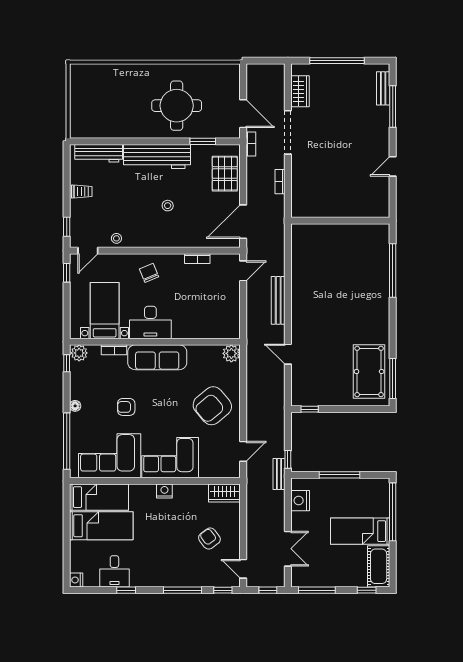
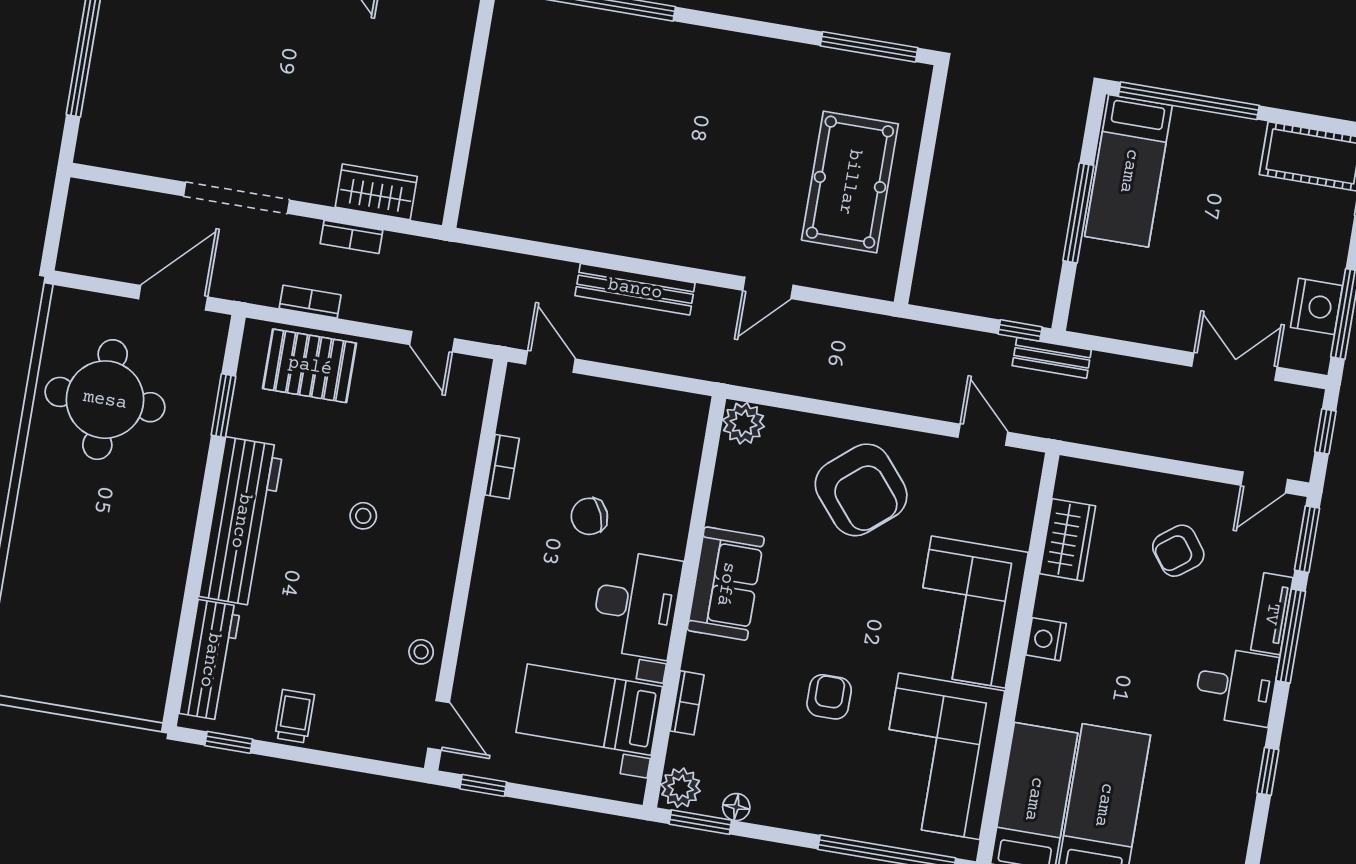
wardrobe: (300, 91) -> (376, 192), moved
round table: (177, 106) -> (105, 400), moved
bookcase: (251, 144) -> (310, 302), moved
door: (243, 222) -> (432, 342), width x0.53
window: (67, 227) -> (229, 742), moved
chair: (149, 273) -> (589, 516), moved
sofa: (157, 357) -> (726, 584), width x0.73
window: (67, 363) -> (700, 822), width x1.50
pool table: (369, 371) -> (850, 182), moved, turned 90
floor lamp: (75, 406) -> (736, 807), moved
armchair: (126, 407) -> (829, 697), turned 180
window: (310, 409) -> (908, 258), removed
wardrobe: (224, 493) -> (1068, 540), moved
nightstand: (300, 501) -> (1316, 306), moved, turned -90
bed: (360, 531) -> (1129, 171), moved
desk: (114, 571) -> (1236, 686), moved
tv unit: (190, 581) -> (1272, 614), added
window: (223, 590) -> (1307, 539), width x1.50

